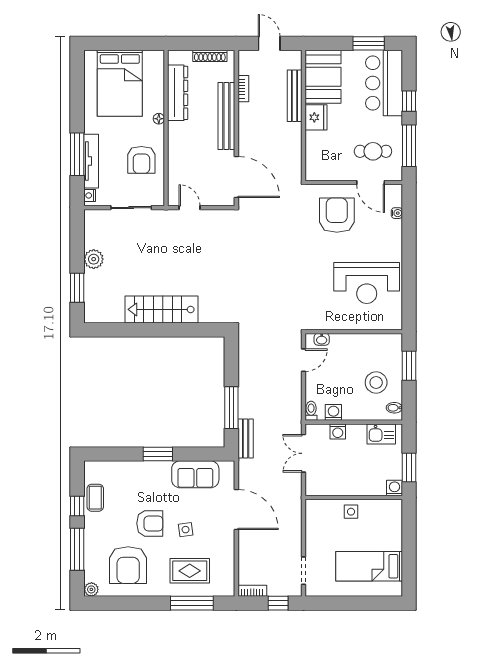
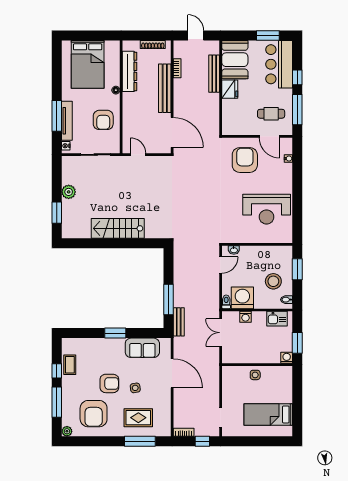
washing machine: (333, 412) -> (242, 298), width x1.89, depth x1.89

